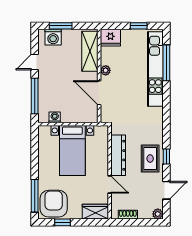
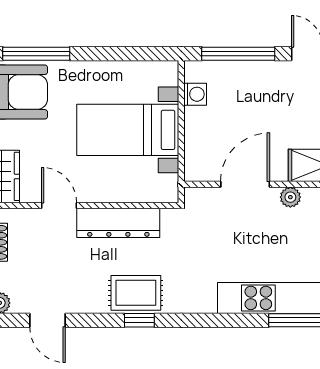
window: (166, 156) -> (139, 320), moved
rug: (150, 159) -> (136, 293), moved
door: (110, 185) -> (59, 205), swing flipped

